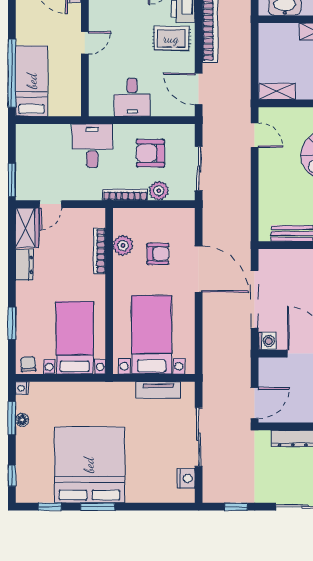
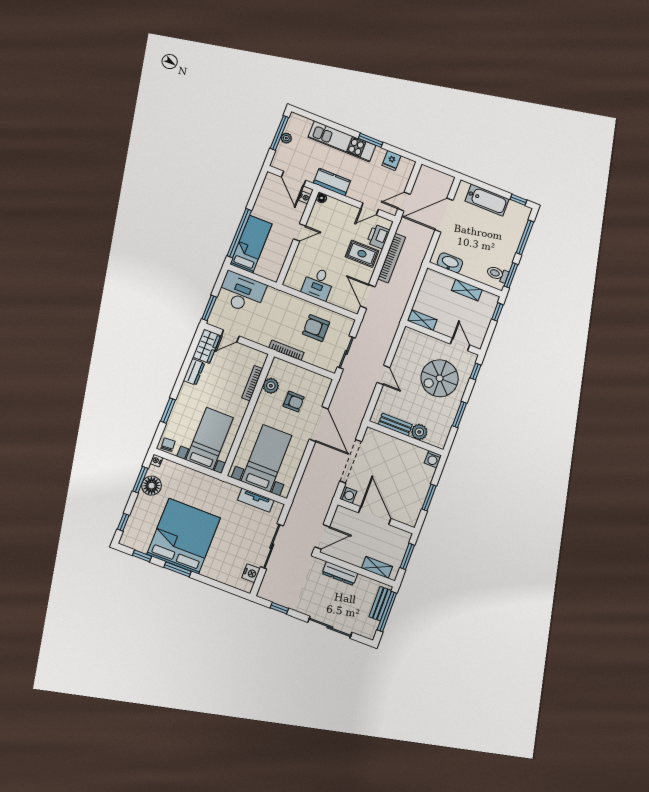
door: (255, 135) -> (383, 375), moved
desk: (92, 146) -> (242, 293), moved, width x1.37
plant: (159, 191) -> (312, 357), removed
floor lamp: (22, 420) -> (151, 486), width x1.89, depth x1.89

